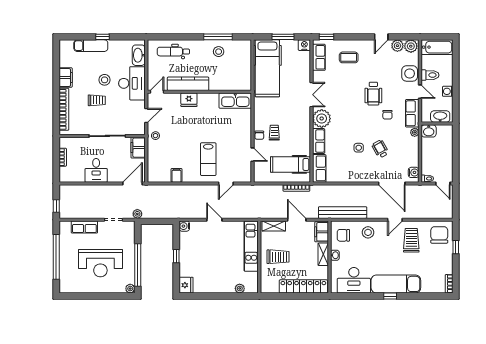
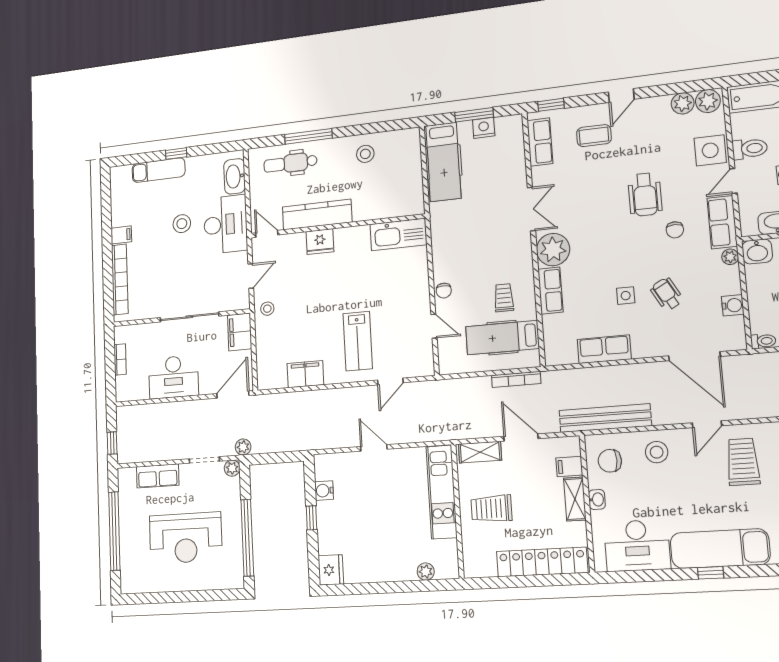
window: (218, 37) -> (308, 136), moved
door: (381, 37) -> (621, 96), moved
nightstand: (304, 45) -> (484, 128), moved
hospital bed: (267, 68) -> (443, 162), width x0.73, depth x0.78
filing cabinet: (66, 78) -> (121, 235), width x0.50
door: (157, 92) -> (267, 234), hinge flipped
door: (420, 92) -> (733, 181), swing flipped
trolley: (97, 100) -> (171, 259), removed
trolley: (274, 133) -> (504, 298), moved
row of seats: (319, 168) -> (604, 349), moved, turned -90
desk: (96, 170) -> (173, 377), width x1.37
water cooler: (414, 172) -> (733, 305), moved
filing cabinet: (176, 175) -> (305, 374), width x2.00
water cooler: (184, 226) -> (324, 491), moved
filing cabinet: (322, 232) -> (569, 466), width x0.50
trolley: (278, 257) -> (491, 509), turned 180
plant: (130, 289) -> (232, 468), moved

